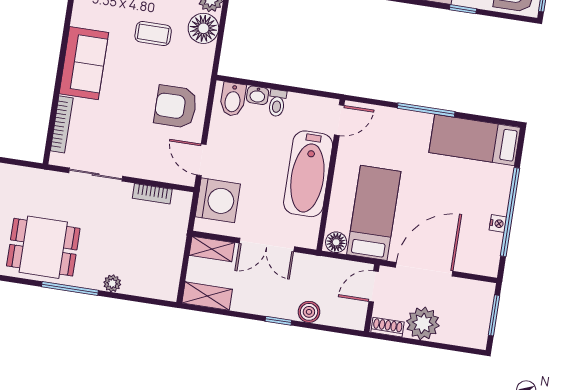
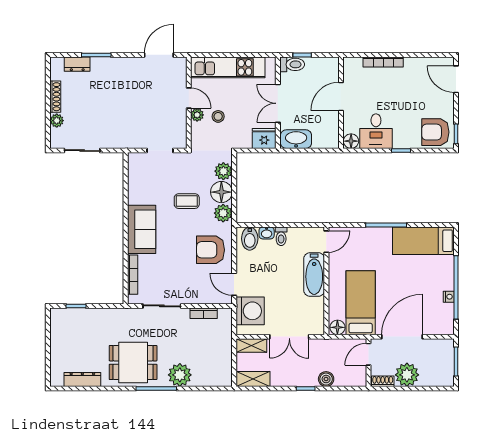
plant: (201, 58) -> (223, 213), added
bathtub: (308, 174) -> (314, 275), width x0.73, depth x0.73
plant: (112, 283) -> (180, 375), width x1.88, depth x1.88

